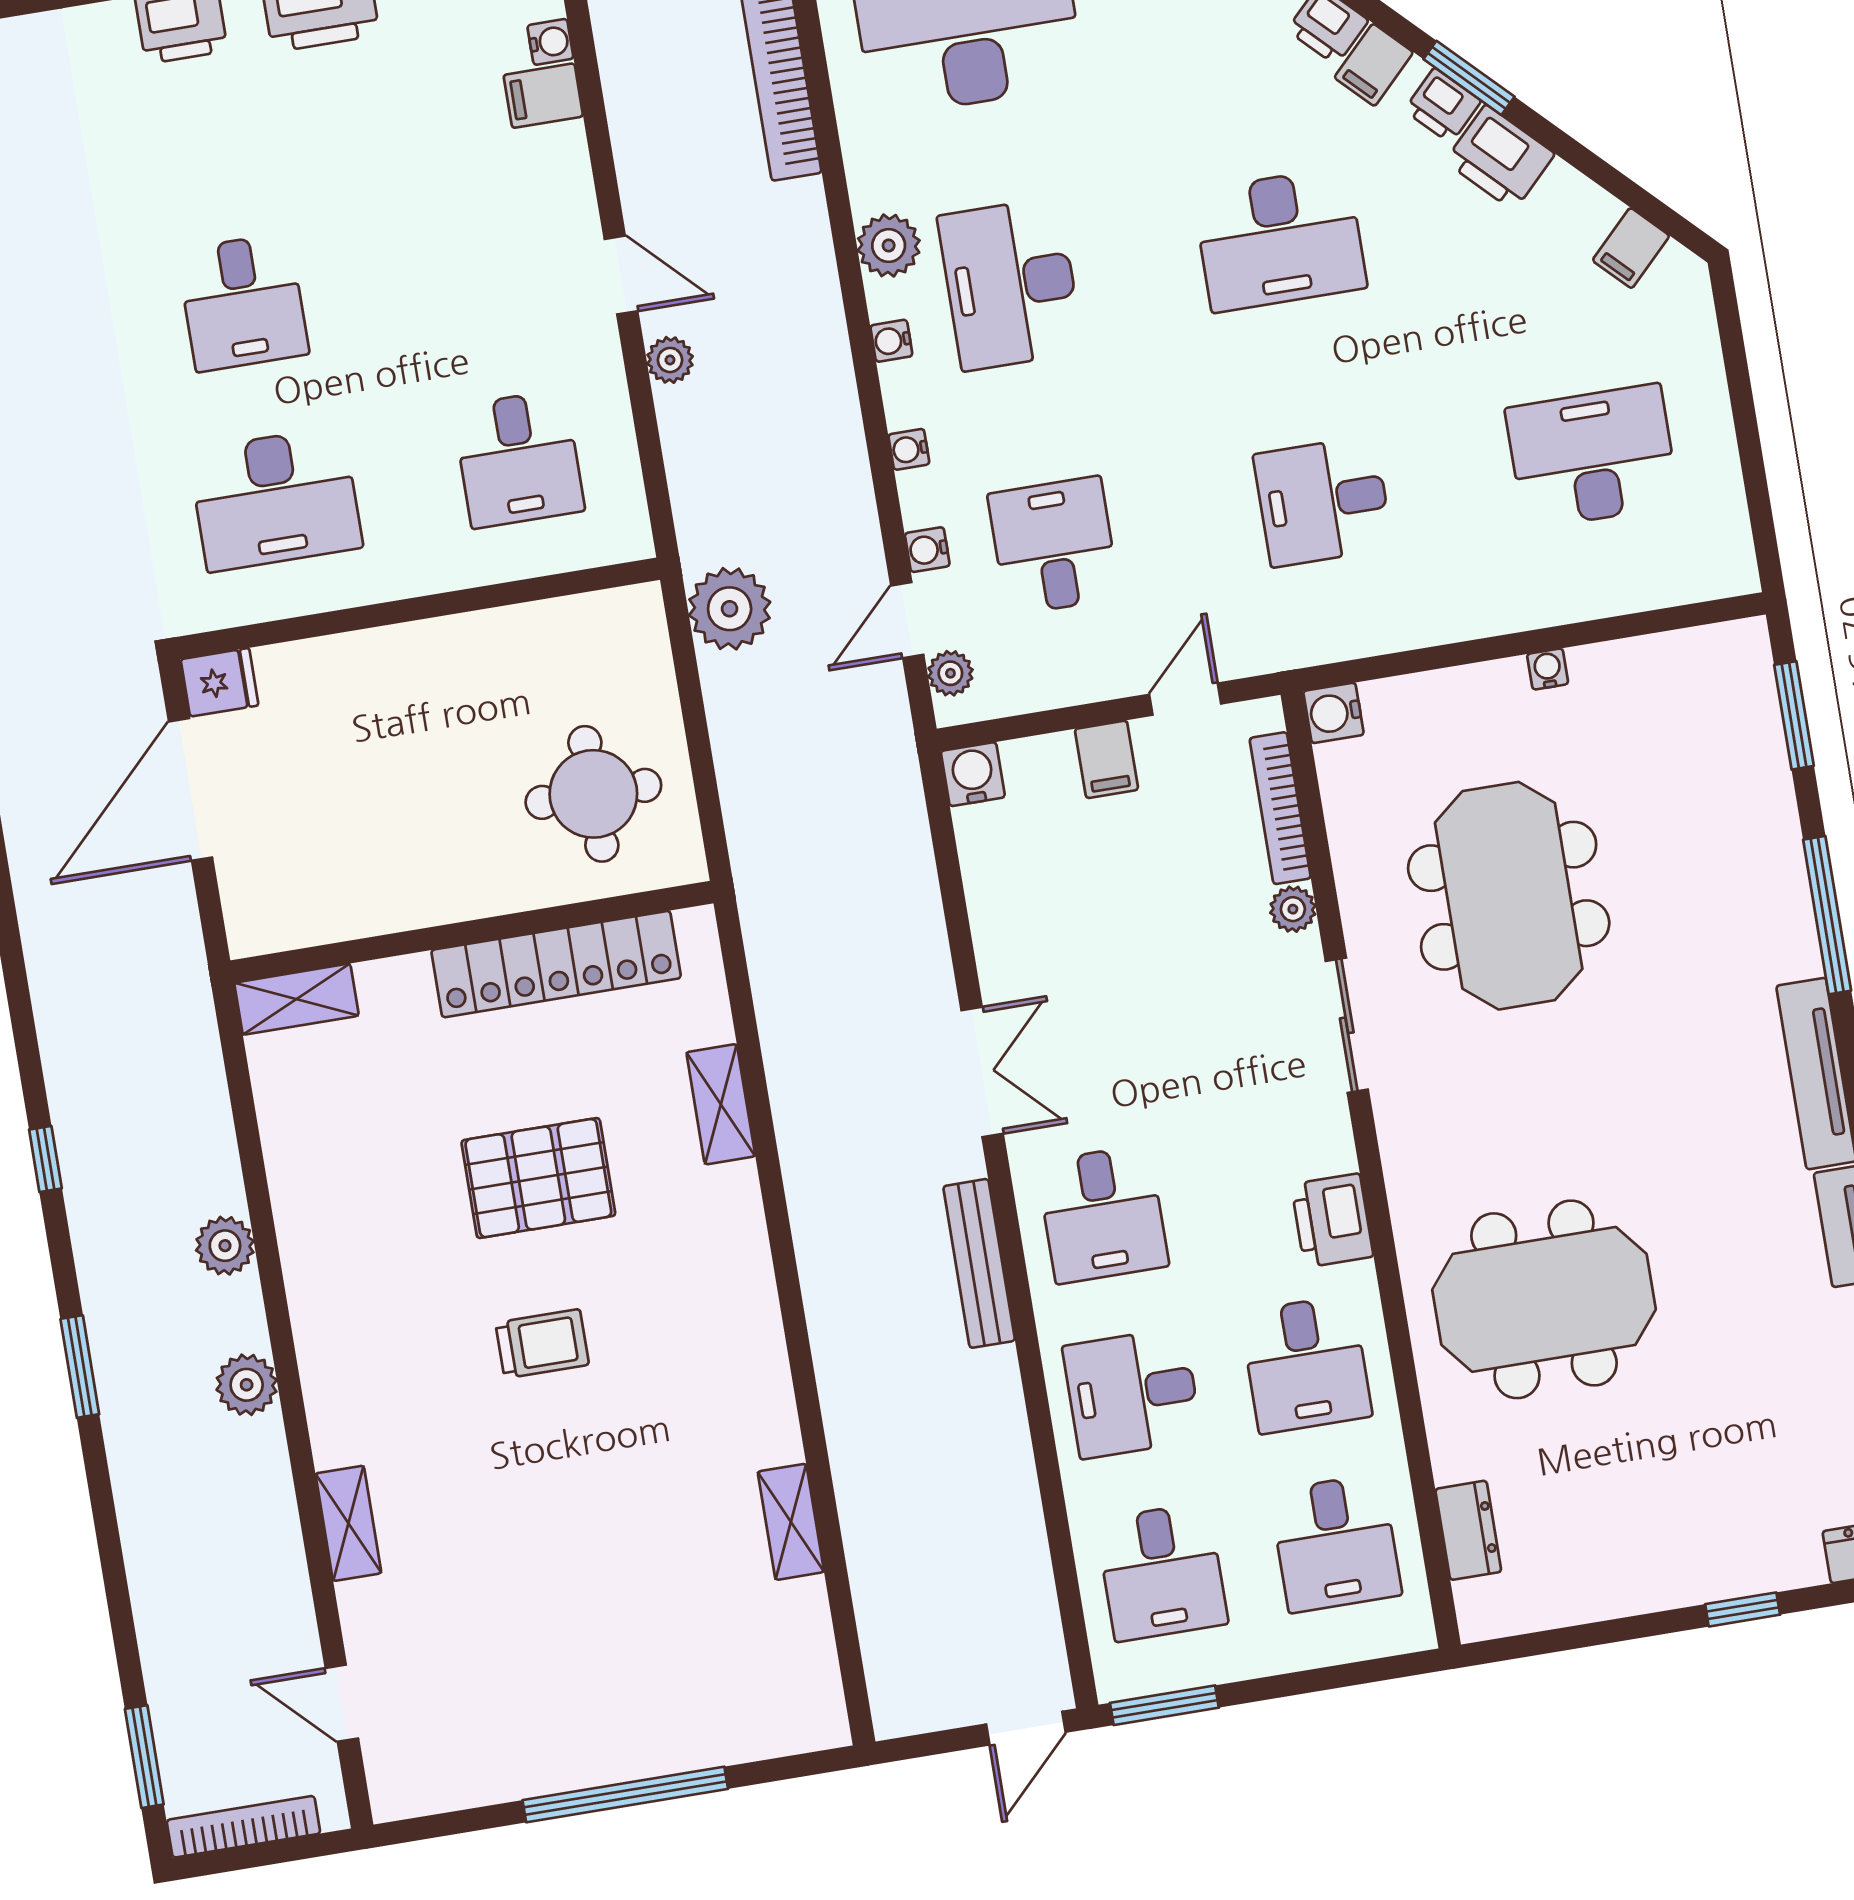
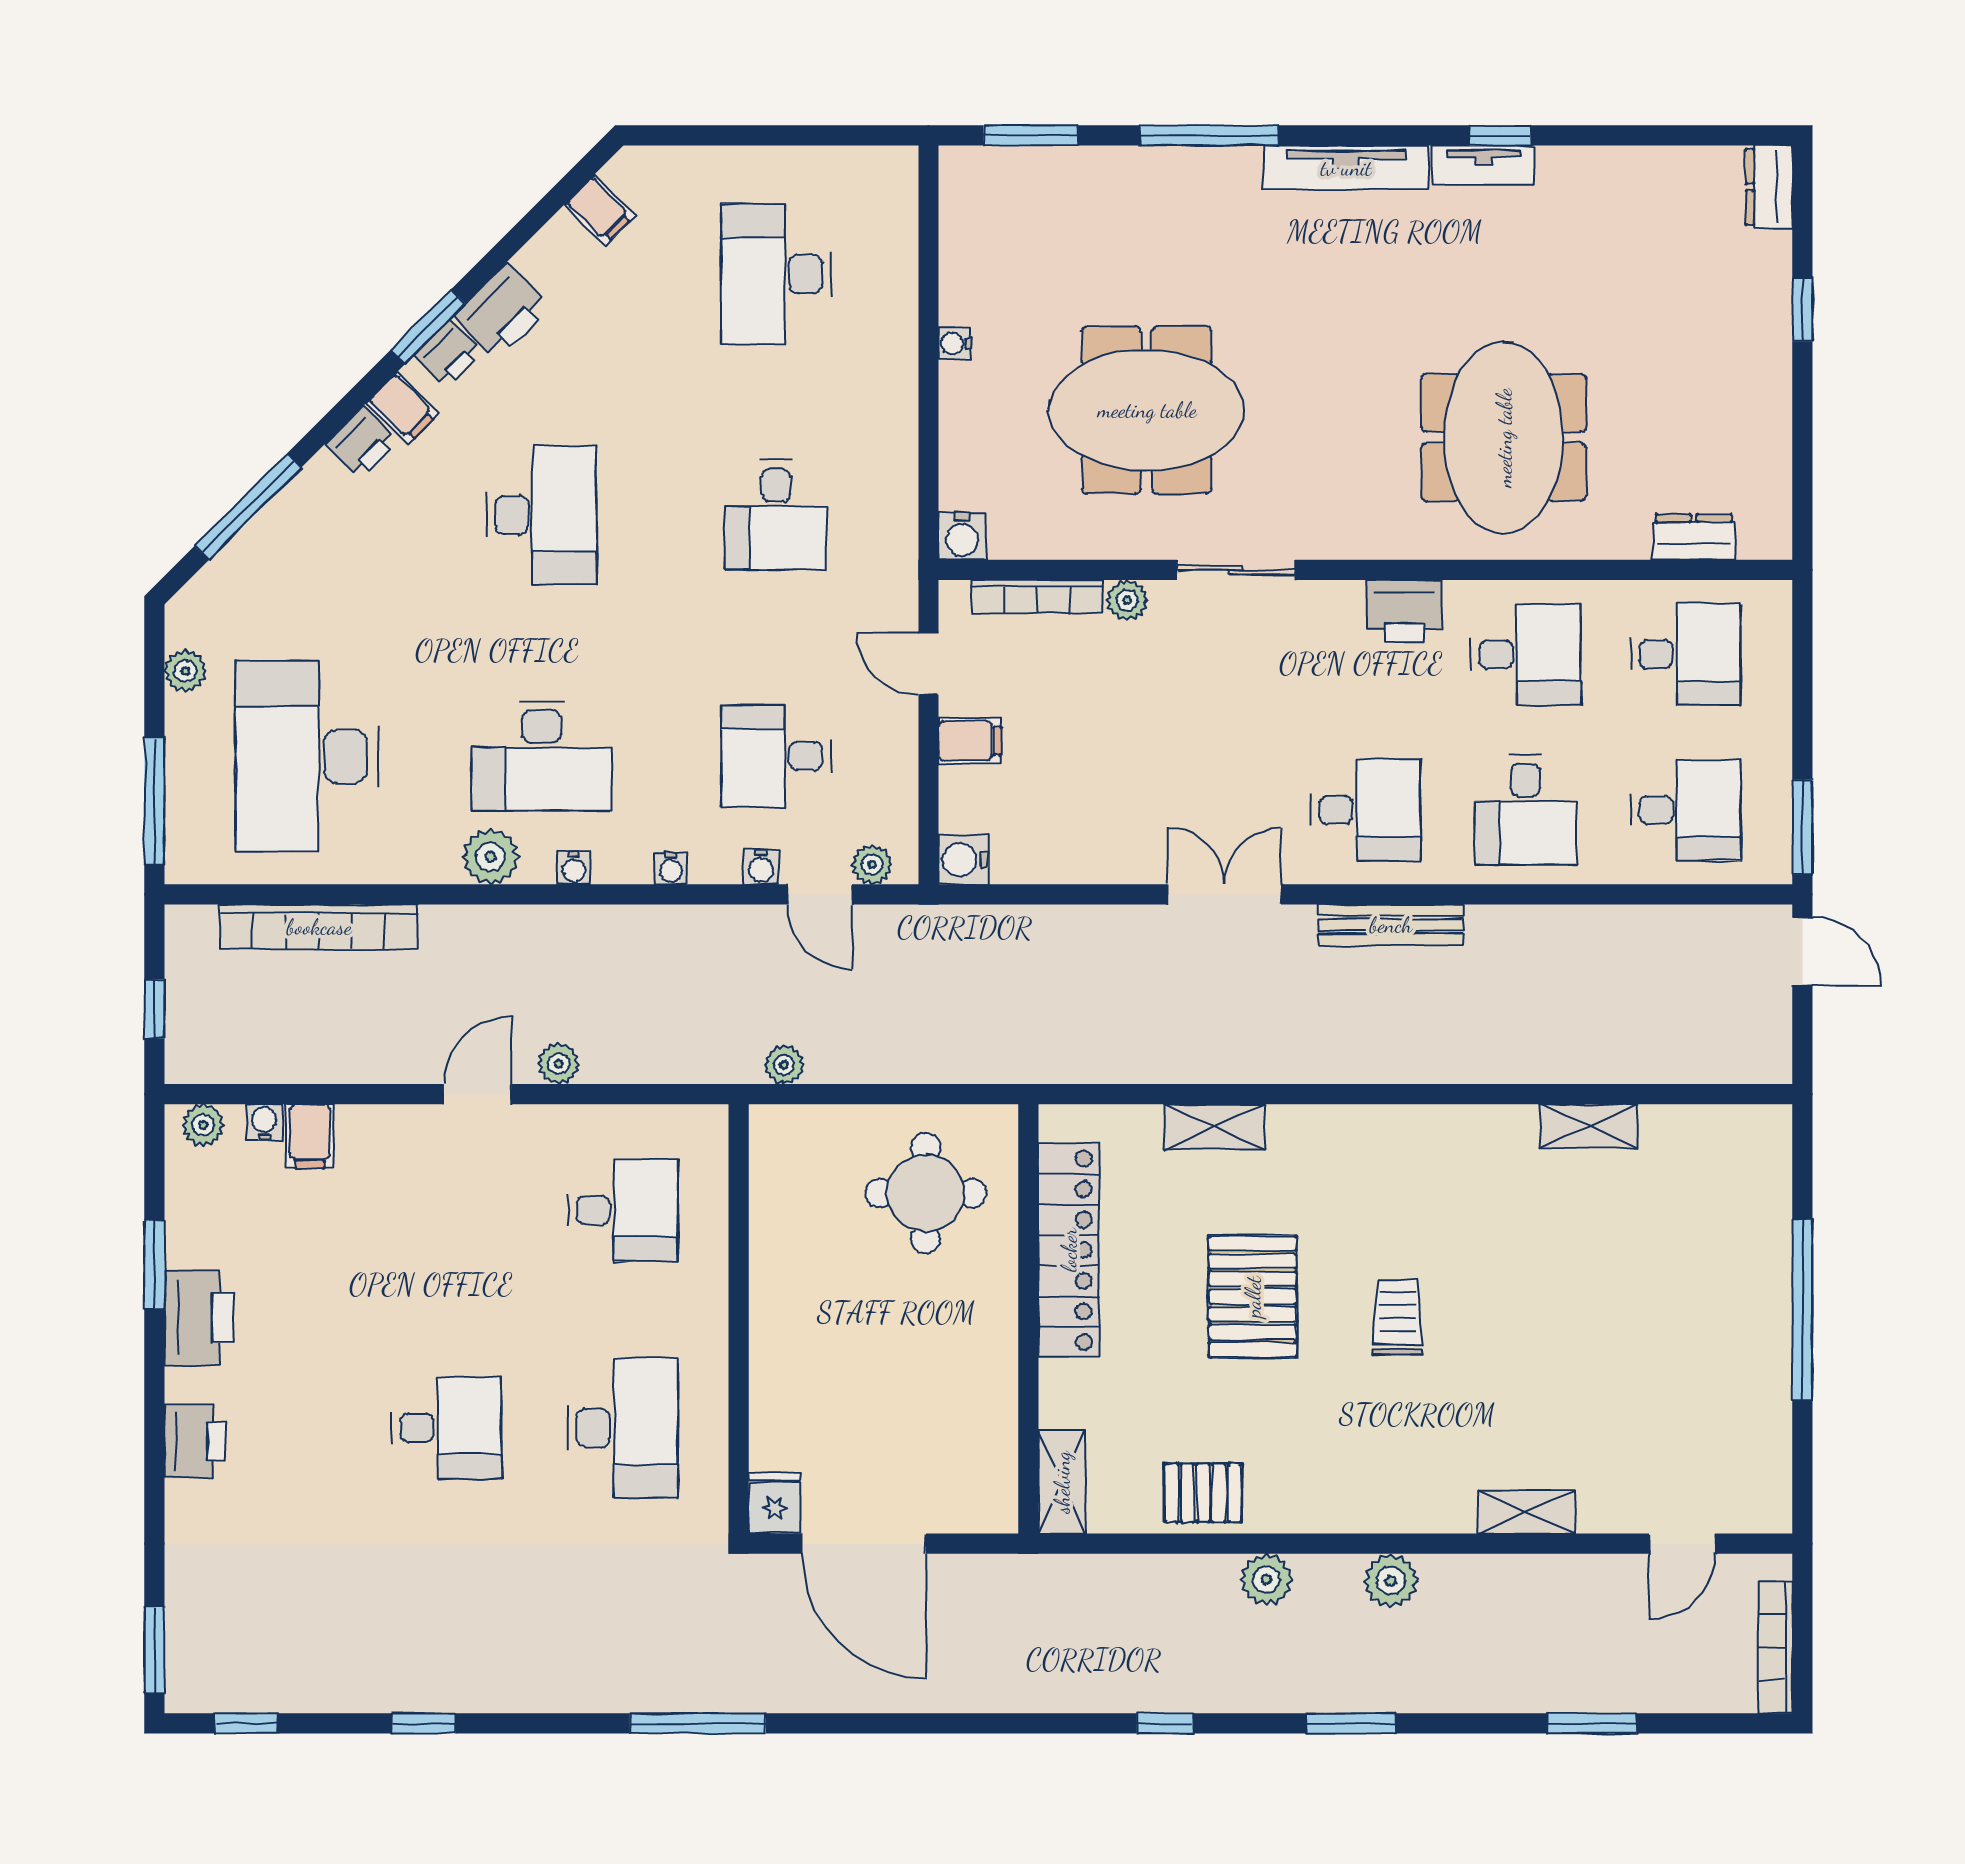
plant: (730, 609) -> (784, 1065), width x0.53, depth x0.53
pallet: (310, 1159) -> (1203, 1493), added
window: (144, 1757) -> (1592, 1723), moved

